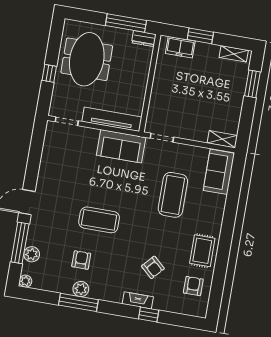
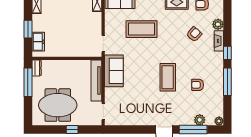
plant: (81, 289) -> (218, 24), moved
window: (149, 315) -> (227, 53), moved

